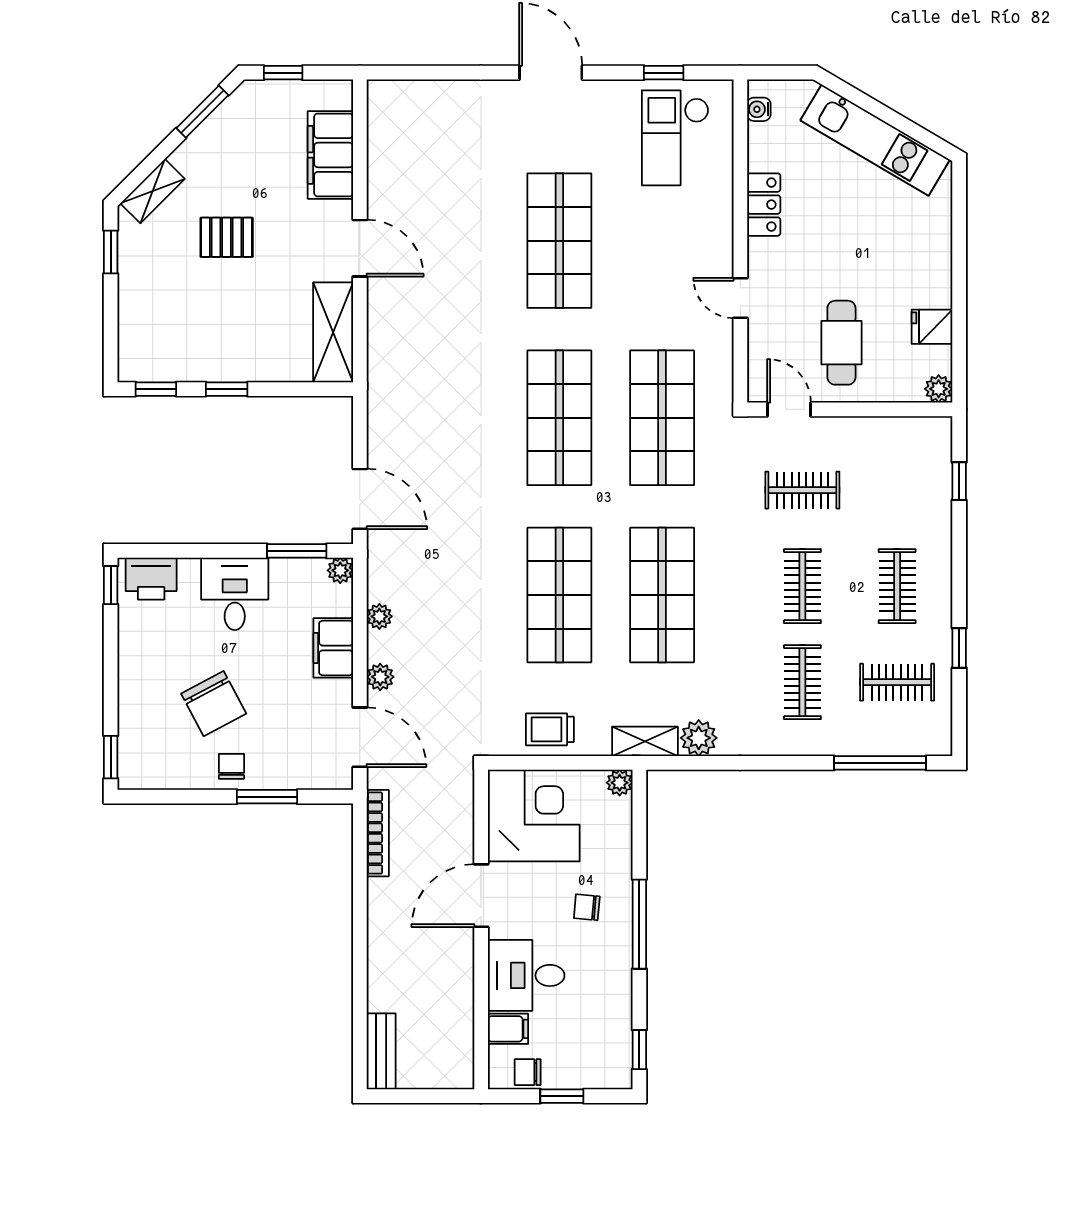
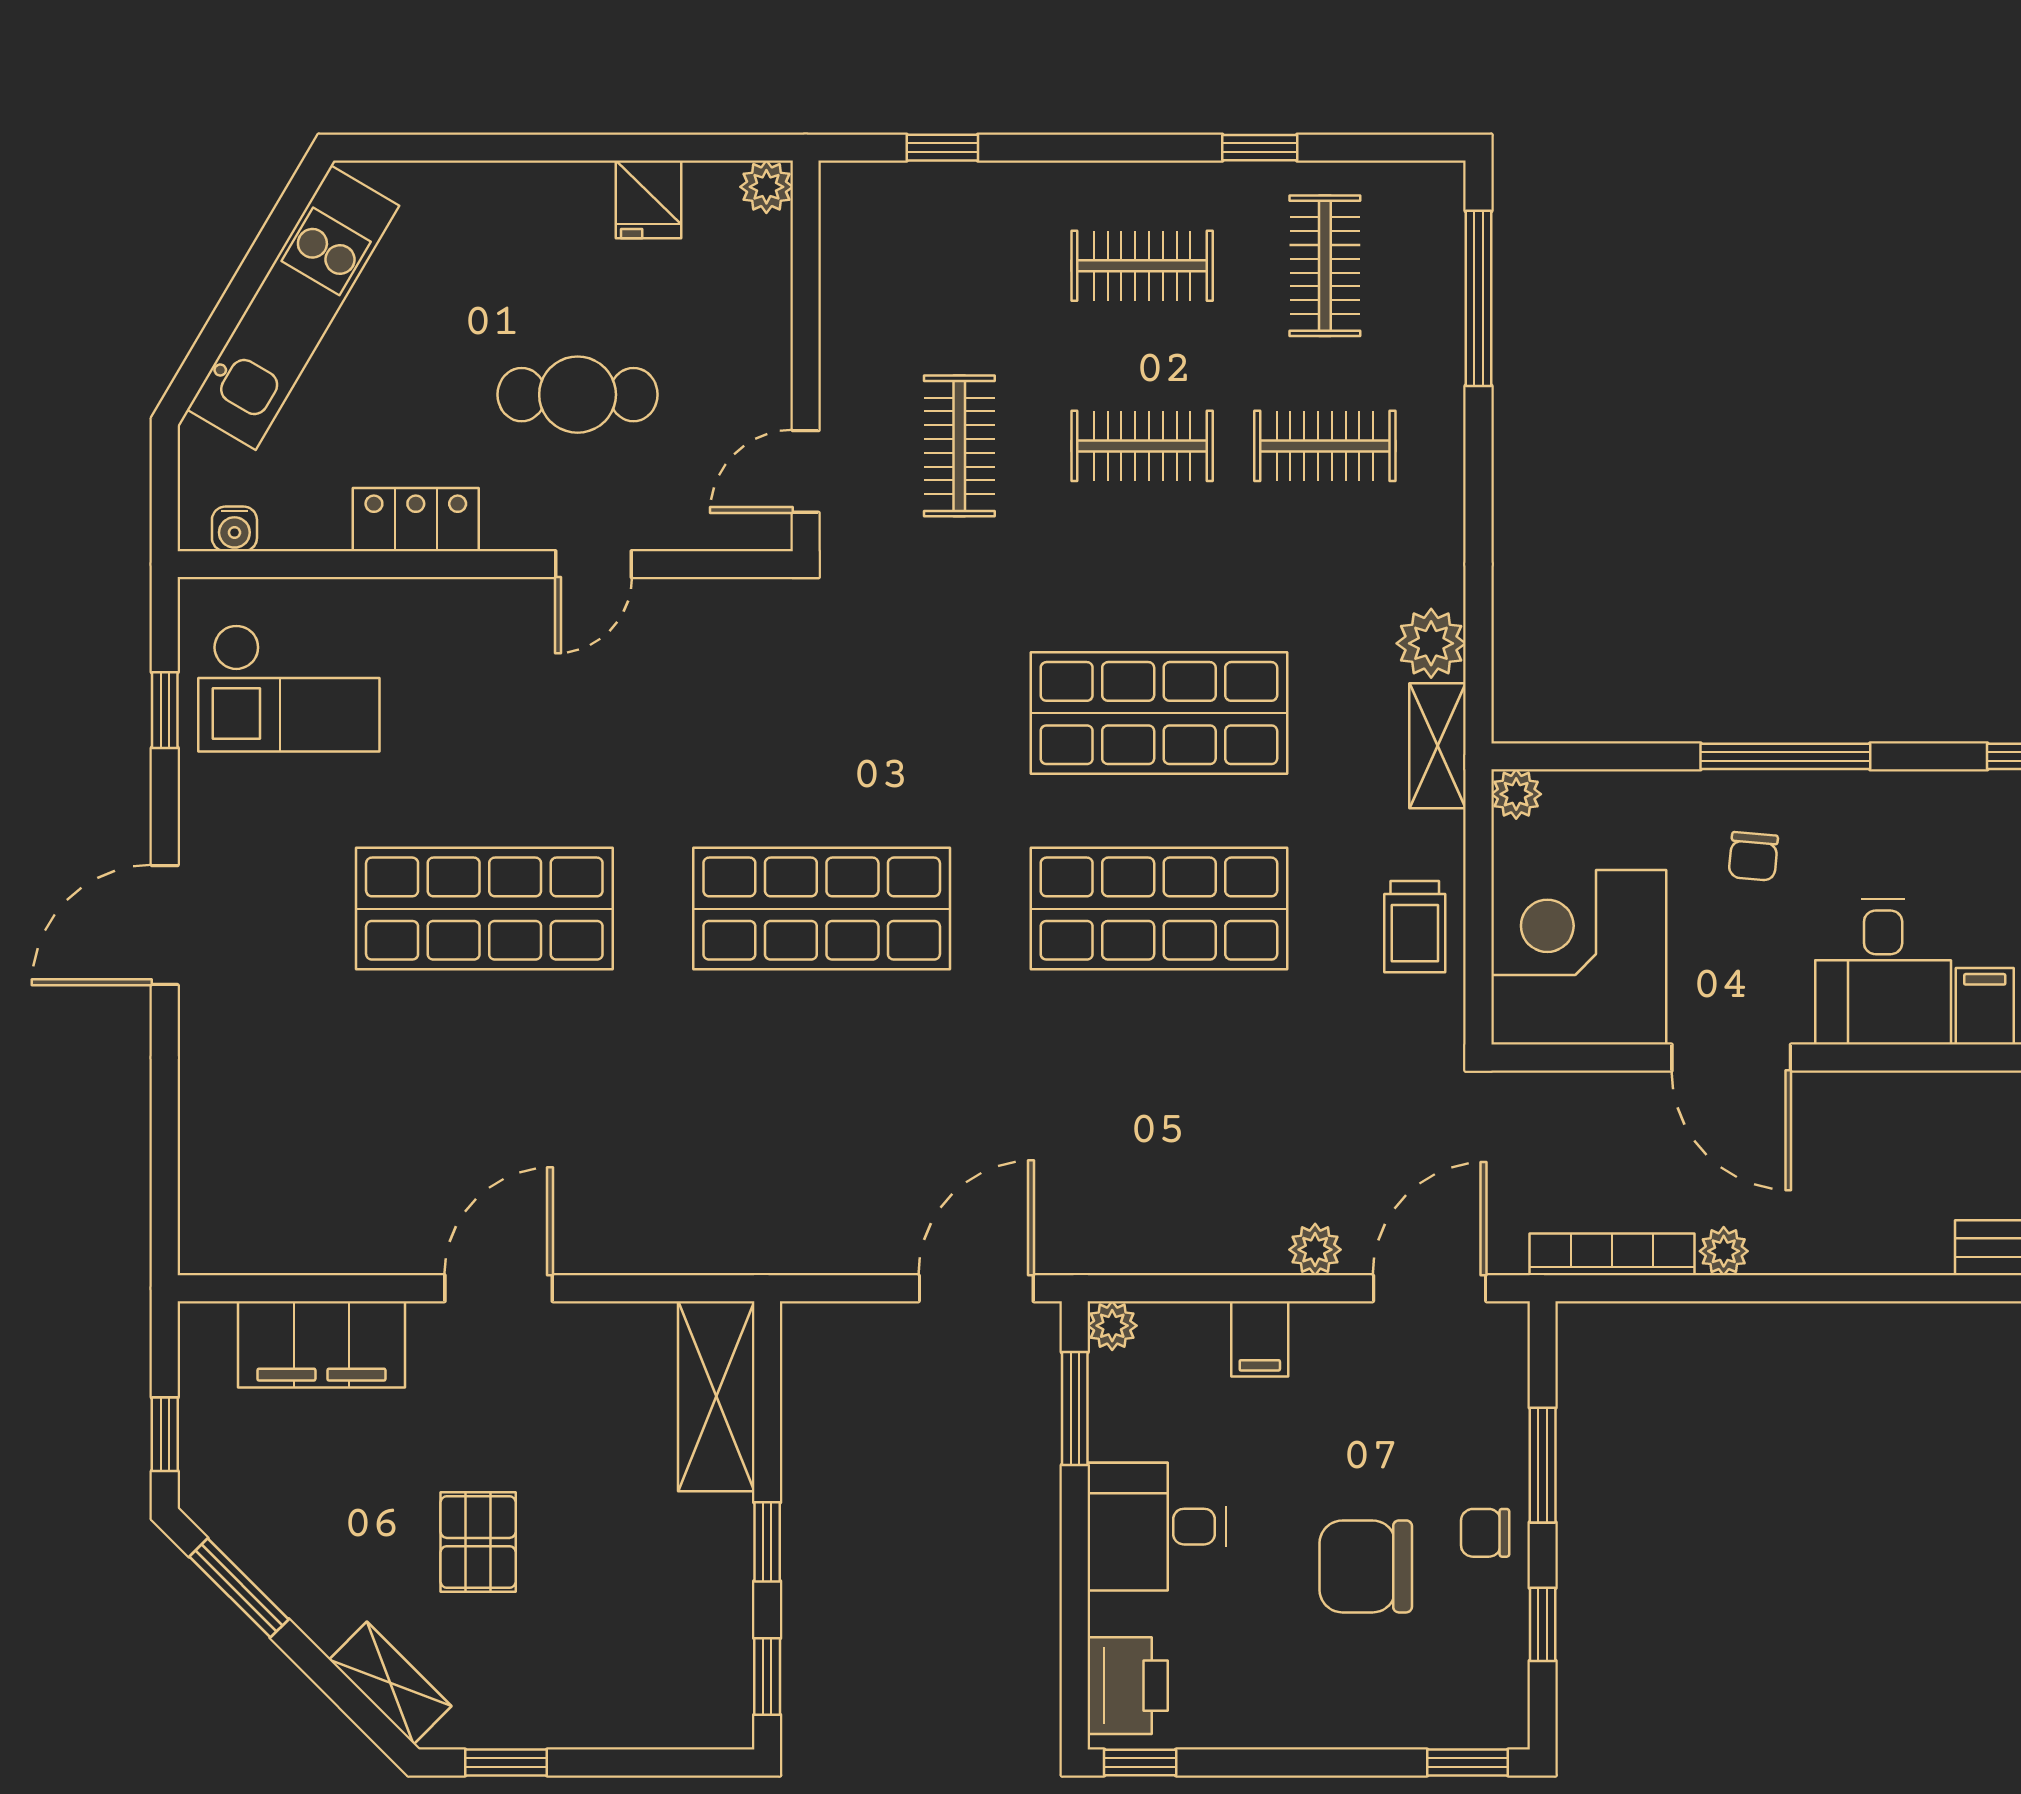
shelving: (333, 332) -> (716, 1396), moved, turned 90
cafe table: (841, 343) -> (578, 395), moved
shop shelf: (662, 418) -> (822, 713), removed
plant: (379, 616) -> (1724, 1251), moved
filing cabinet: (333, 648) -> (1260, 1339), width x0.50
chair: (214, 704) -> (1366, 1566), turned -152
window: (183, 797) -> (1543, 1624), added

